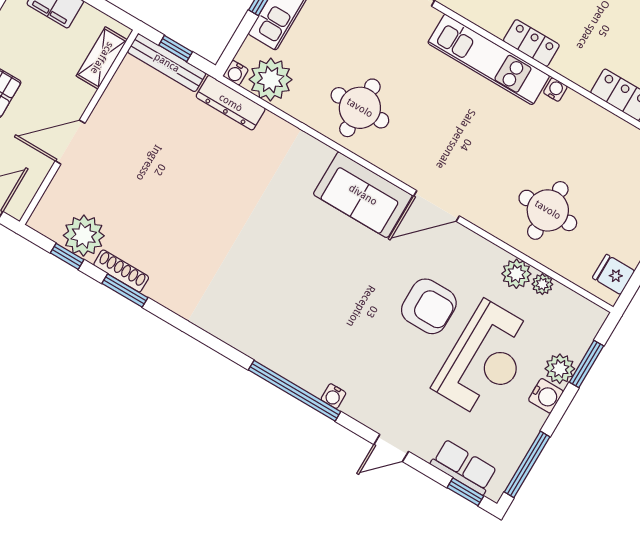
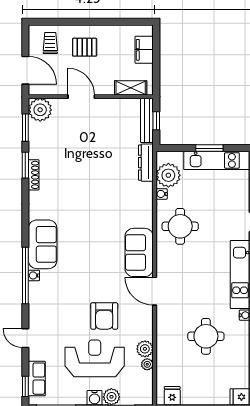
water cooler: (236, 73) -> (162, 194), moved
round table: (548, 210) -> (206, 336), moved
plant: (84, 236) -> (40, 110), moved
window: (67, 256) -> (25, 128), width x1.50
shoe rack: (121, 271) -> (34, 175), moved
sofa: (262, 336) -> (43, 244), added
reception desk: (485, 360) -> (95, 358), turned 180
water cooler: (333, 396) -> (34, 275), moved

